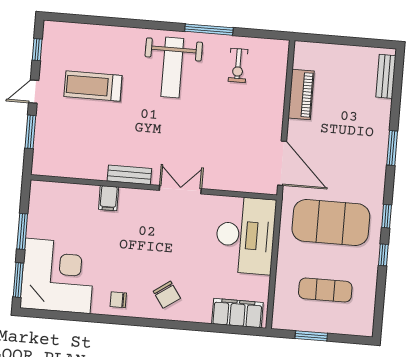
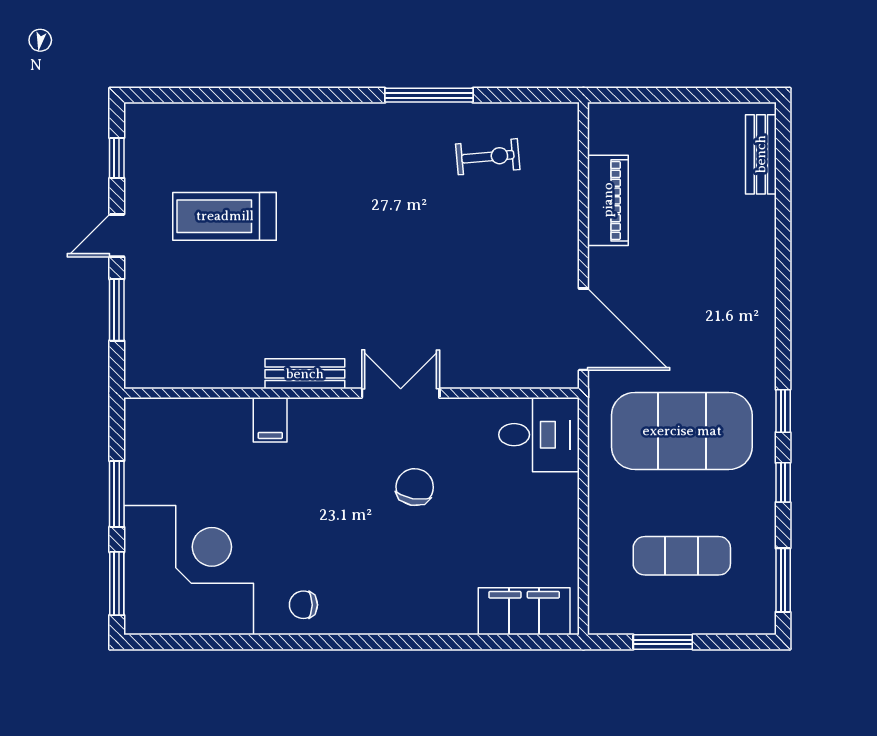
exercise bike: (238, 65) -> (488, 157), turned -95
weight bench: (172, 67) -> (367, 170), removed
window: (392, 148) -> (783, 580), moved
desk: (245, 235) -> (539, 435), width x0.53, depth x0.77
chair: (167, 295) -> (415, 487), moved, turned -135

